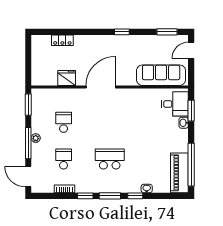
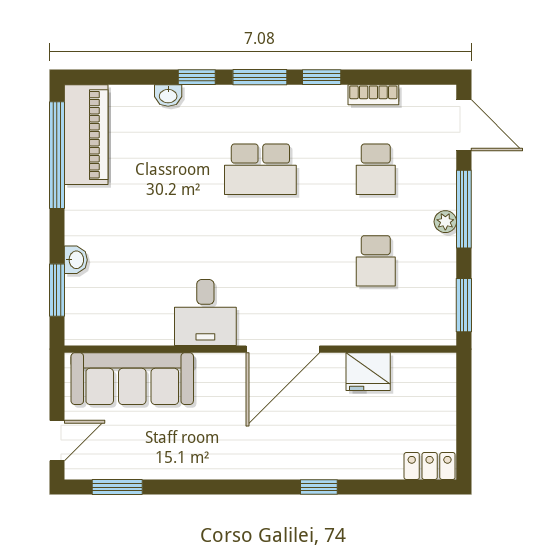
window: (122, 32) -> (319, 487), moved
locker: (62, 40) -> (430, 466), moved
desk: (175, 104) -> (205, 312), moved, turned -90

